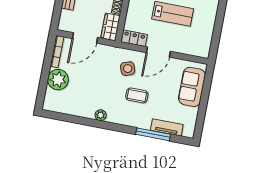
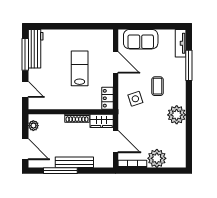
door: (158, 52) -> (116, 62), moved
plant: (101, 115) -> (177, 115), width x1.87, depth x1.87
tv unit: (167, 127) -> (181, 43), moved

